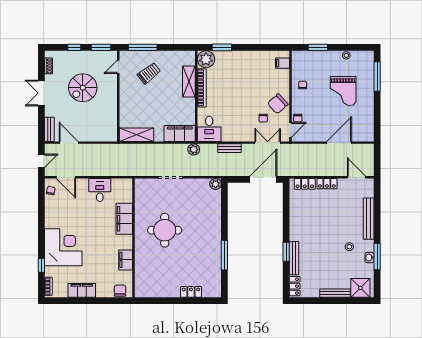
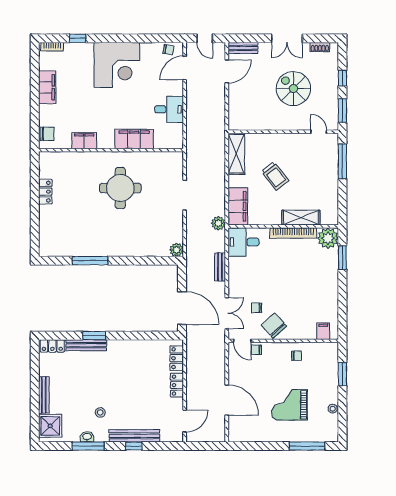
trolley: (149, 73) -> (275, 176), moved
double door: (41, 93) -> (287, 38), swing flipped
window: (377, 219) -> (134, 446), added
corner desk: (63, 247) -> (117, 65), moved
locker: (191, 292) -> (45, 192), moved

